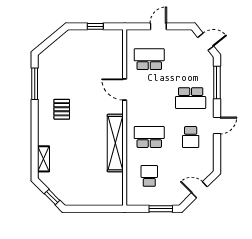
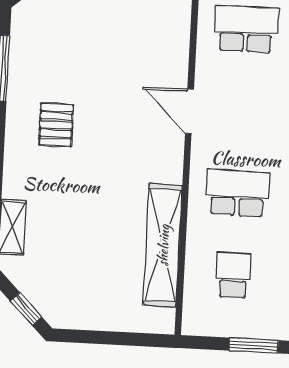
door: (125, 89) -> (189, 111), moved
shelving: (115, 143) -> (163, 245), moved

